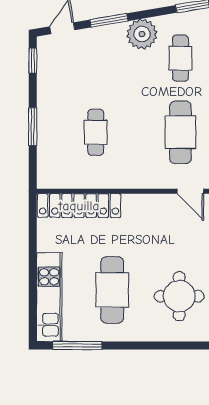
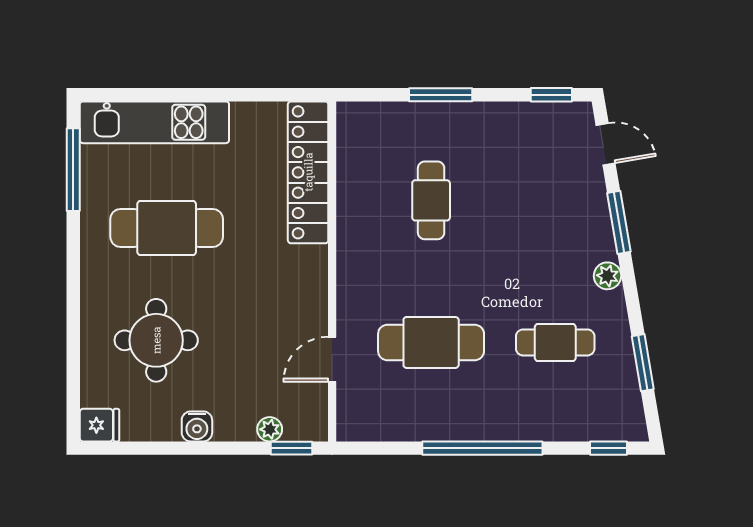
plant: (142, 34) -> (608, 276), width x0.53, depth x0.53
cafe table: (96, 132) -> (431, 200), turned 90

